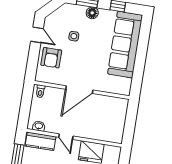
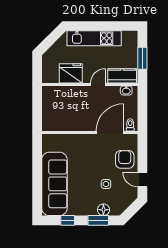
floor lamp: (92, 13) -> (103, 210), moved
door: (79, 90) -> (110, 133), moved
door: (66, 137) -> (98, 84), hinge flipped

